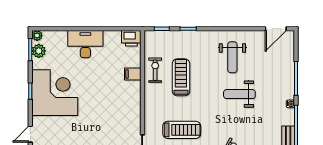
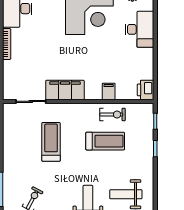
desk: (85, 44) -> (139, 29), moved
filing cabinet: (131, 116) -> (65, 90), added
treadmill: (182, 130) -> (51, 142), turned 180

